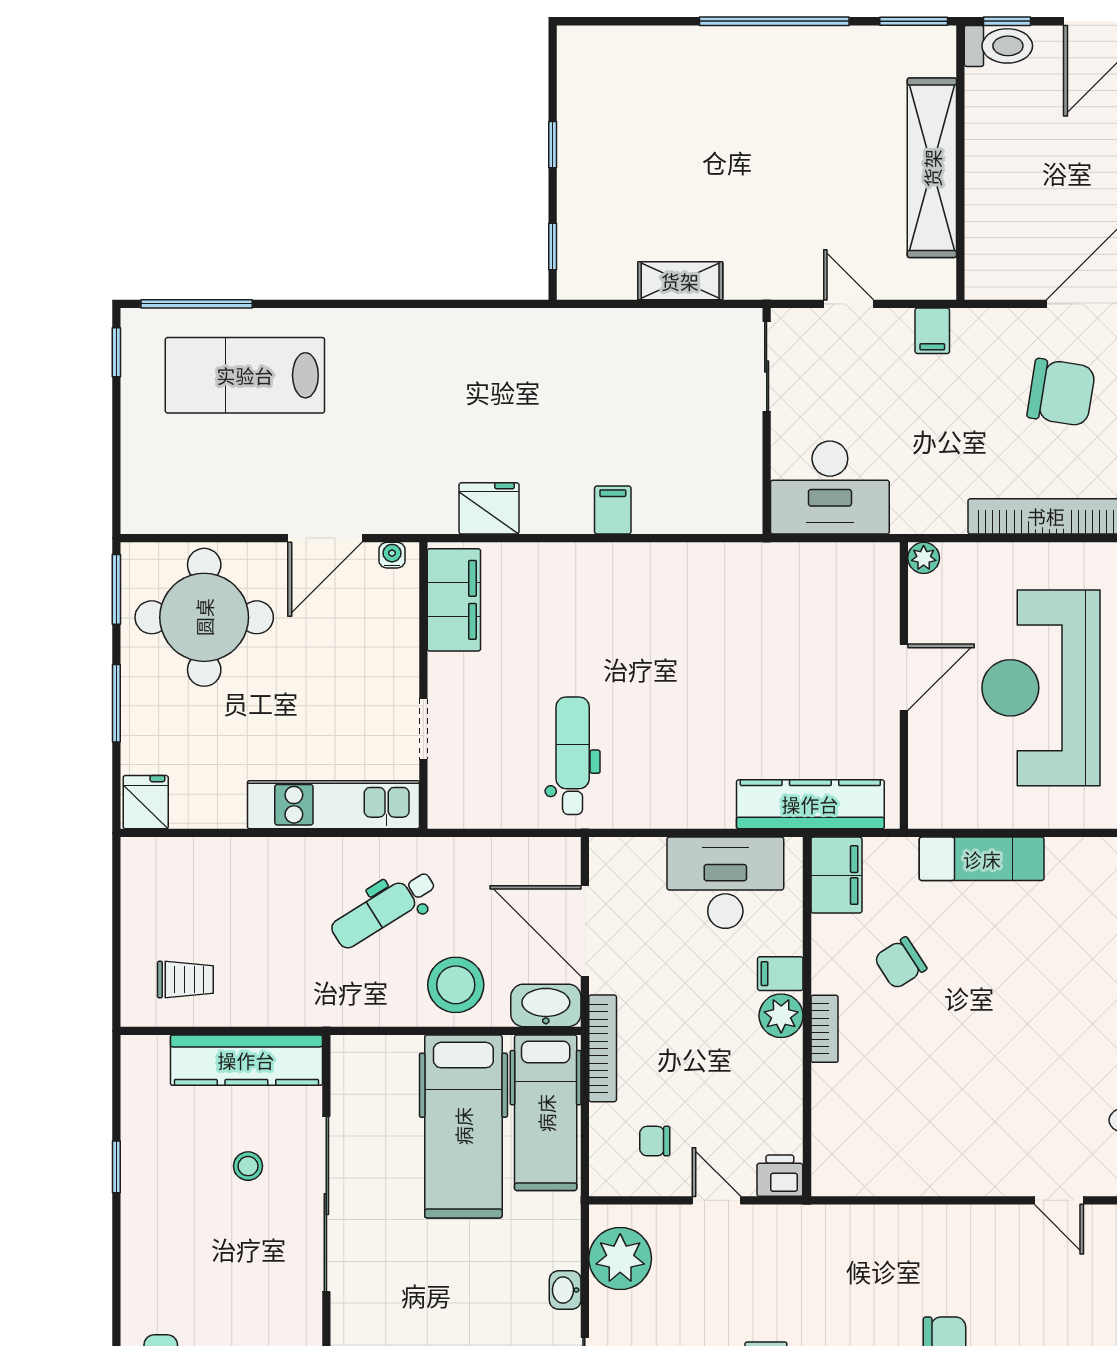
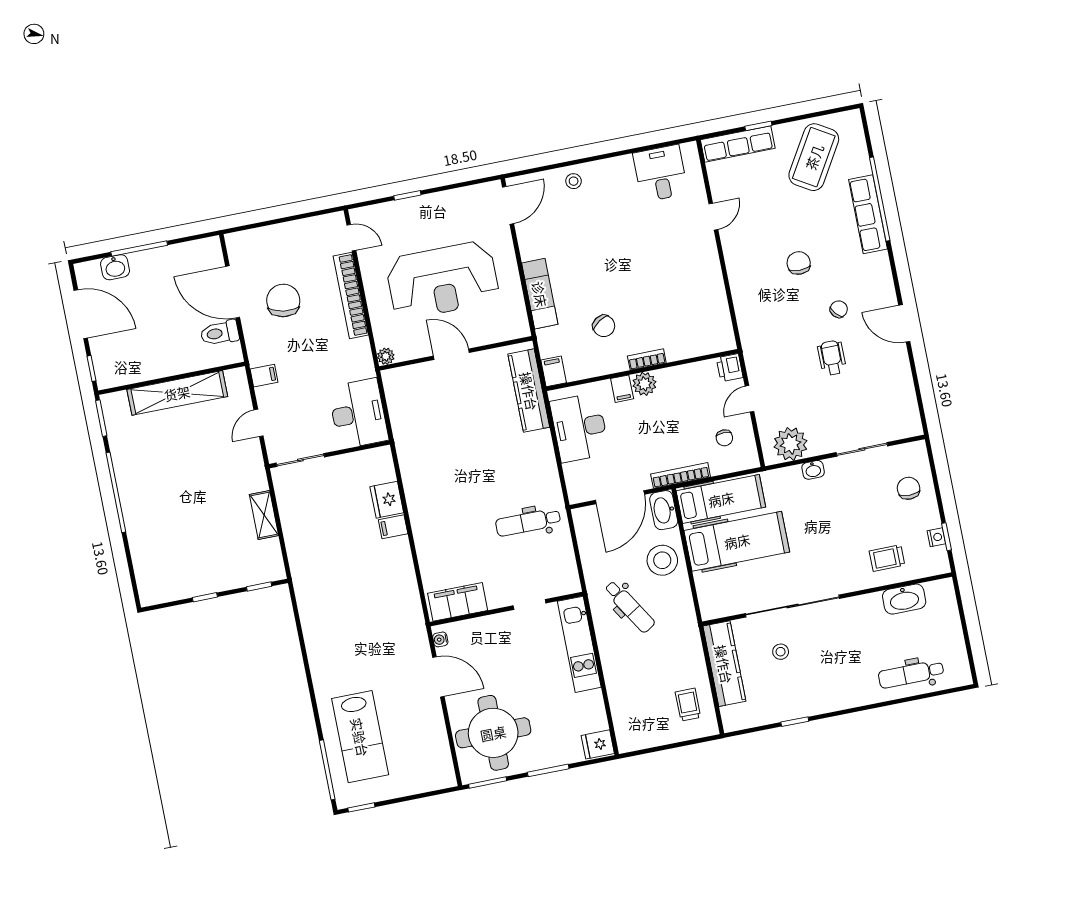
toilet: (998, 46) -> (220, 333), moved, turned -90
fridge: (489, 508) -> (387, 500), moved
filing cabinet: (836, 875) -> (554, 371), width x0.50

